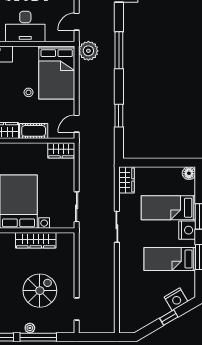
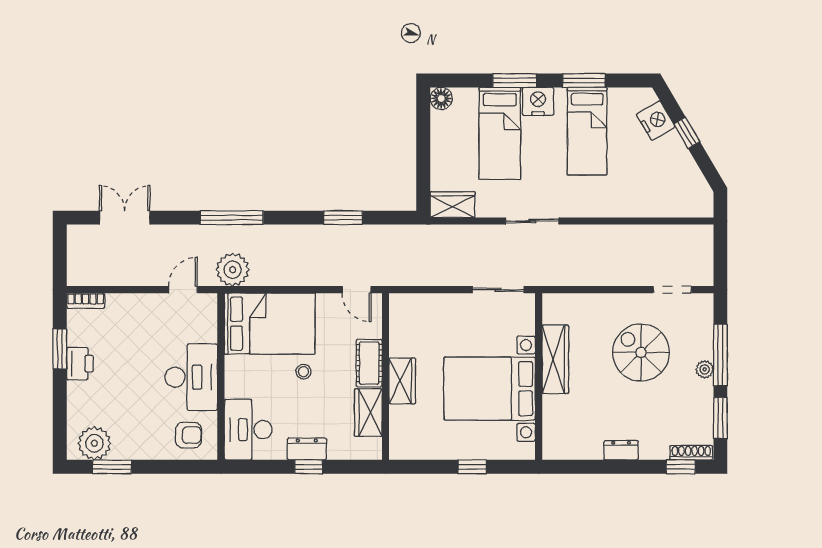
door: (77, 22) -> (183, 290), swing flipped
wardrobe: (61, 150) -> (402, 381), moved

